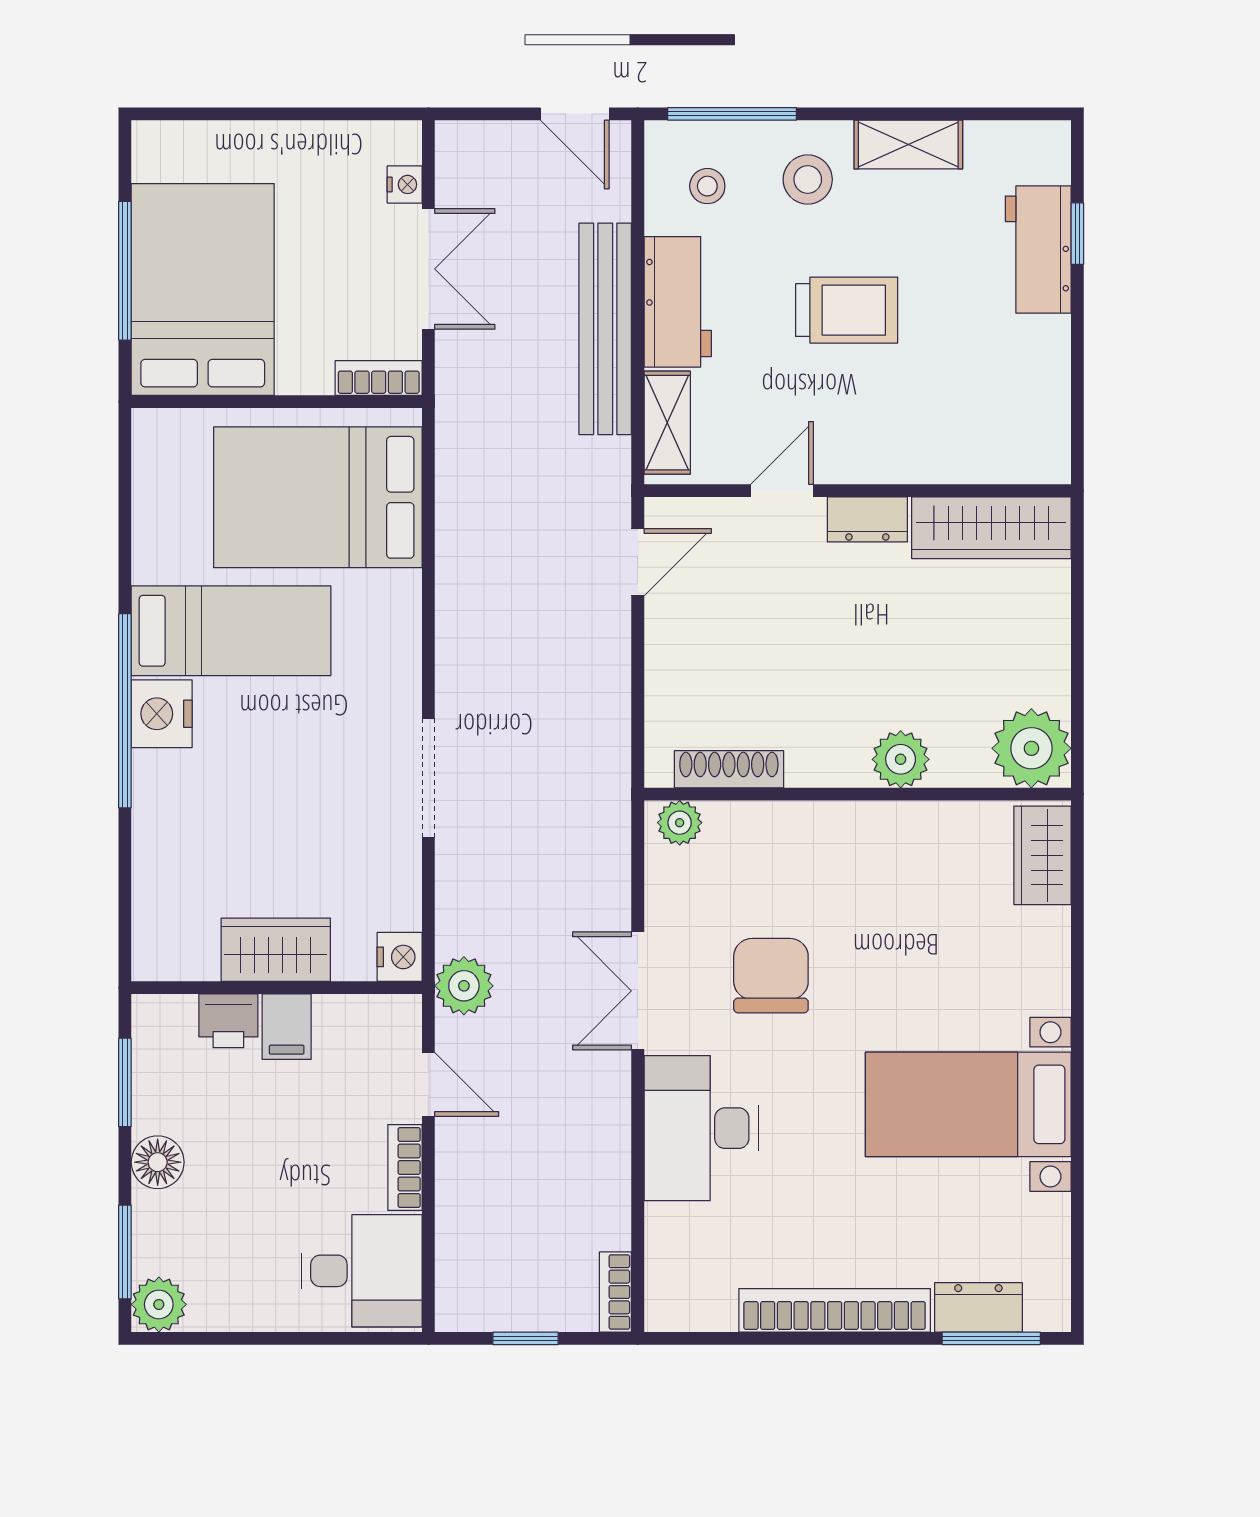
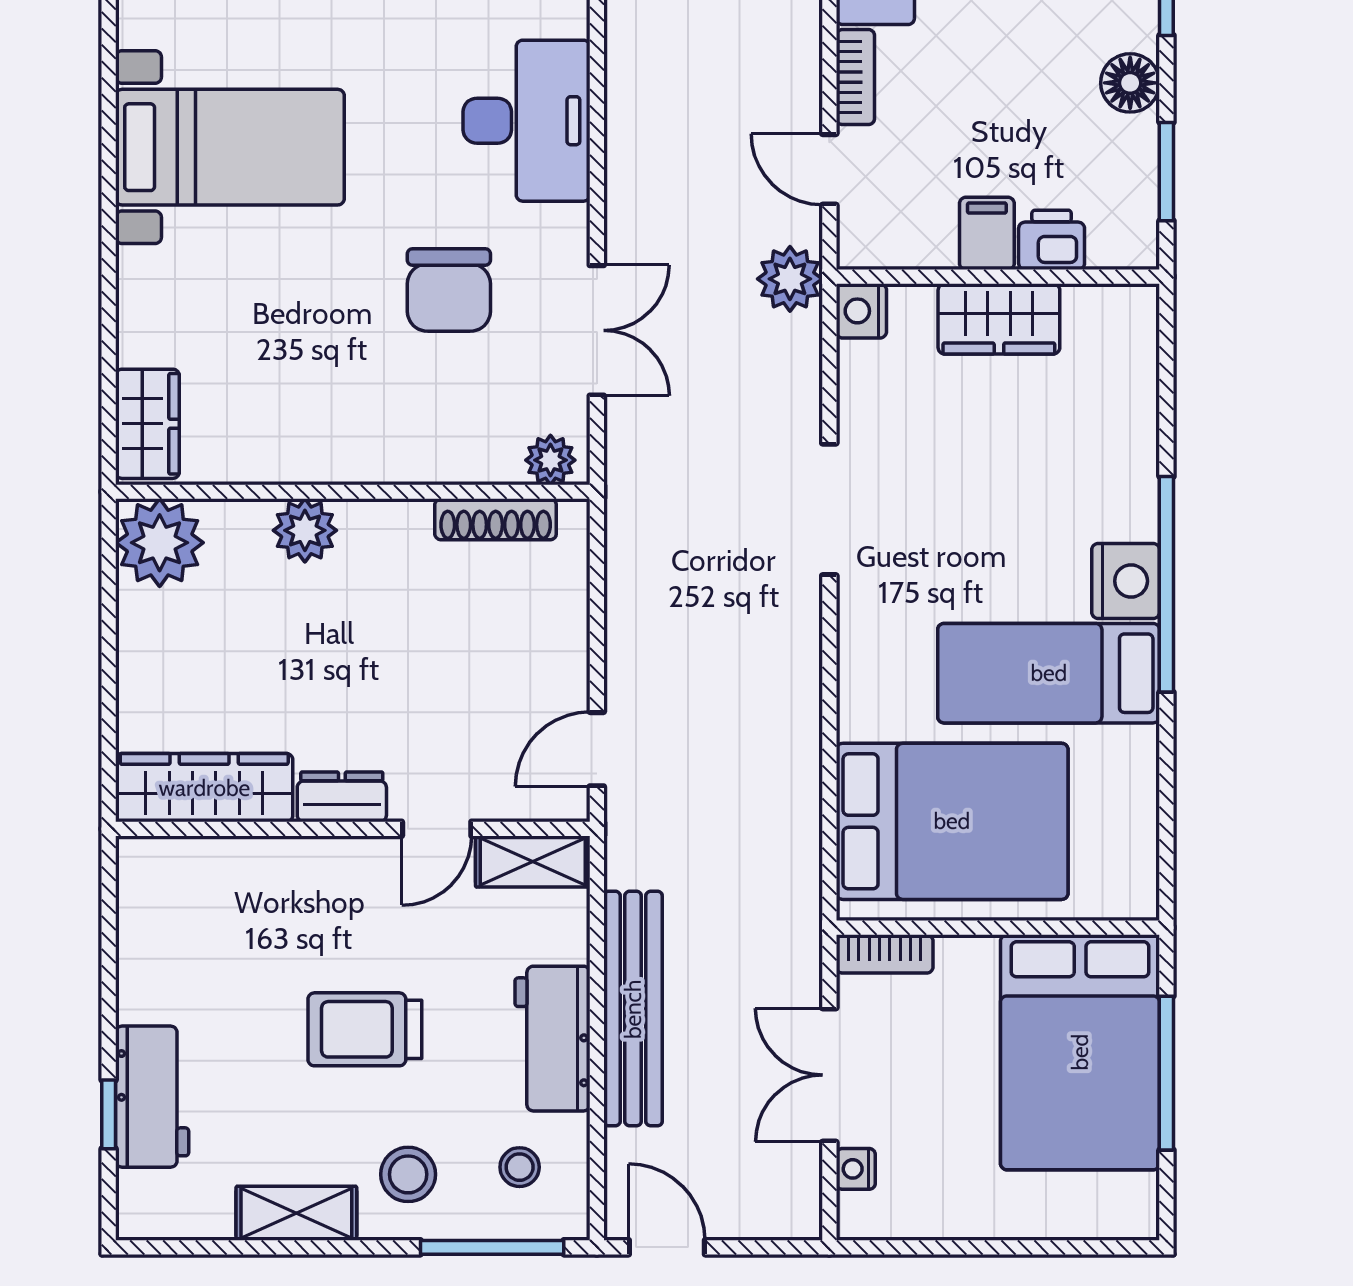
shelving: (667, 423) -> (533, 862), moved, turned 90
double door: (638, 991) -> (597, 330), moved

